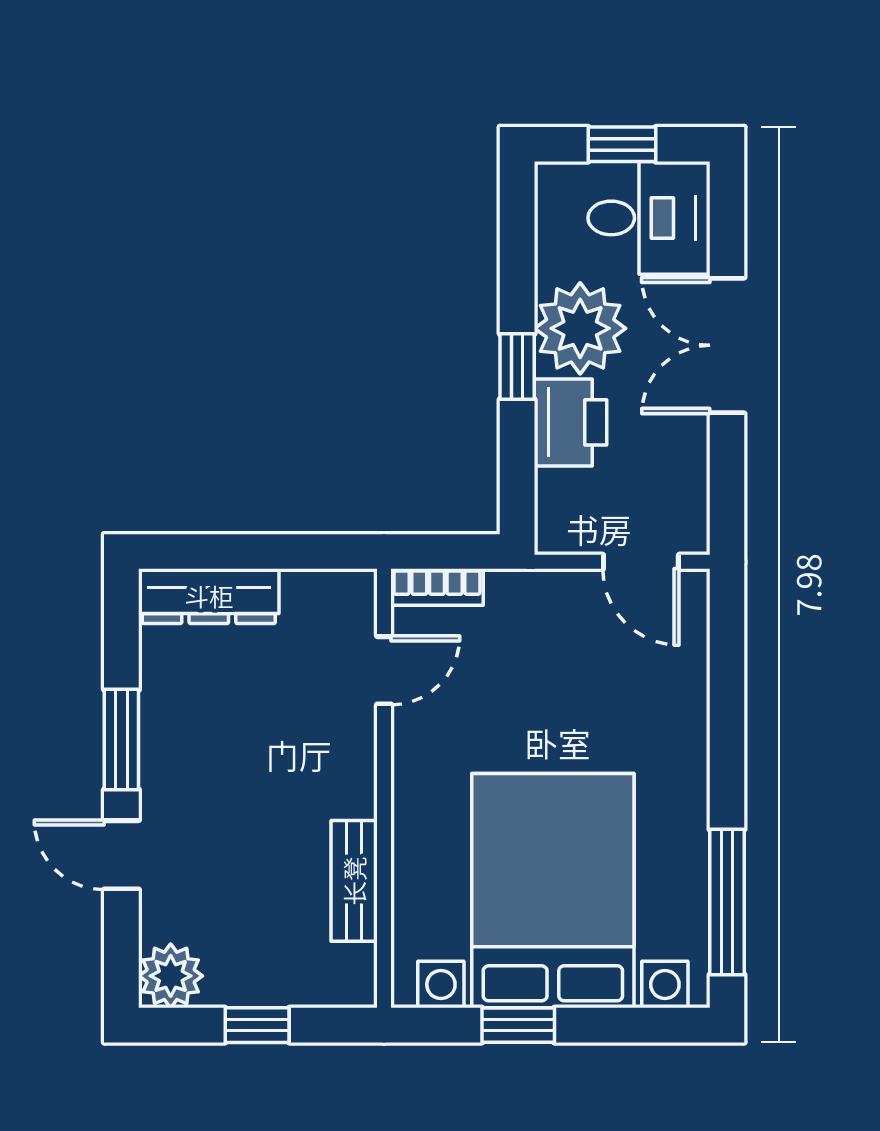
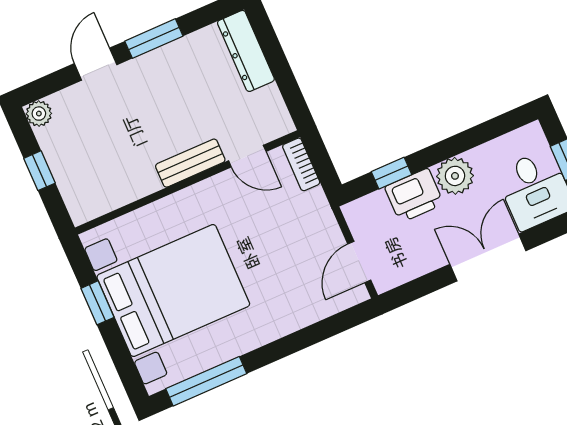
plant: (580, 328) -> (455, 176), width x0.73, depth x0.73
window: (517, 366) -> (392, 173), moved
bench: (354, 881) -> (190, 163), moved
plant: (171, 976) -> (39, 114), width x0.73, depth x0.73

